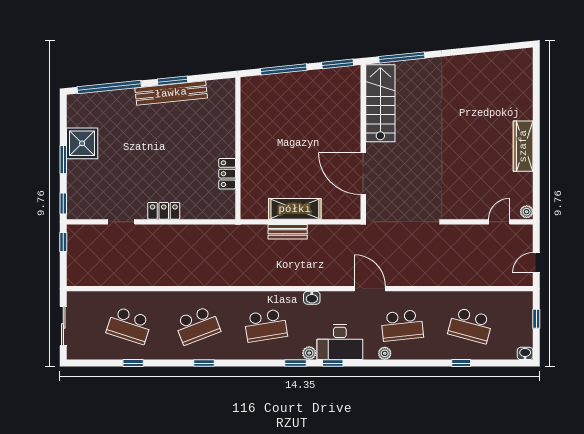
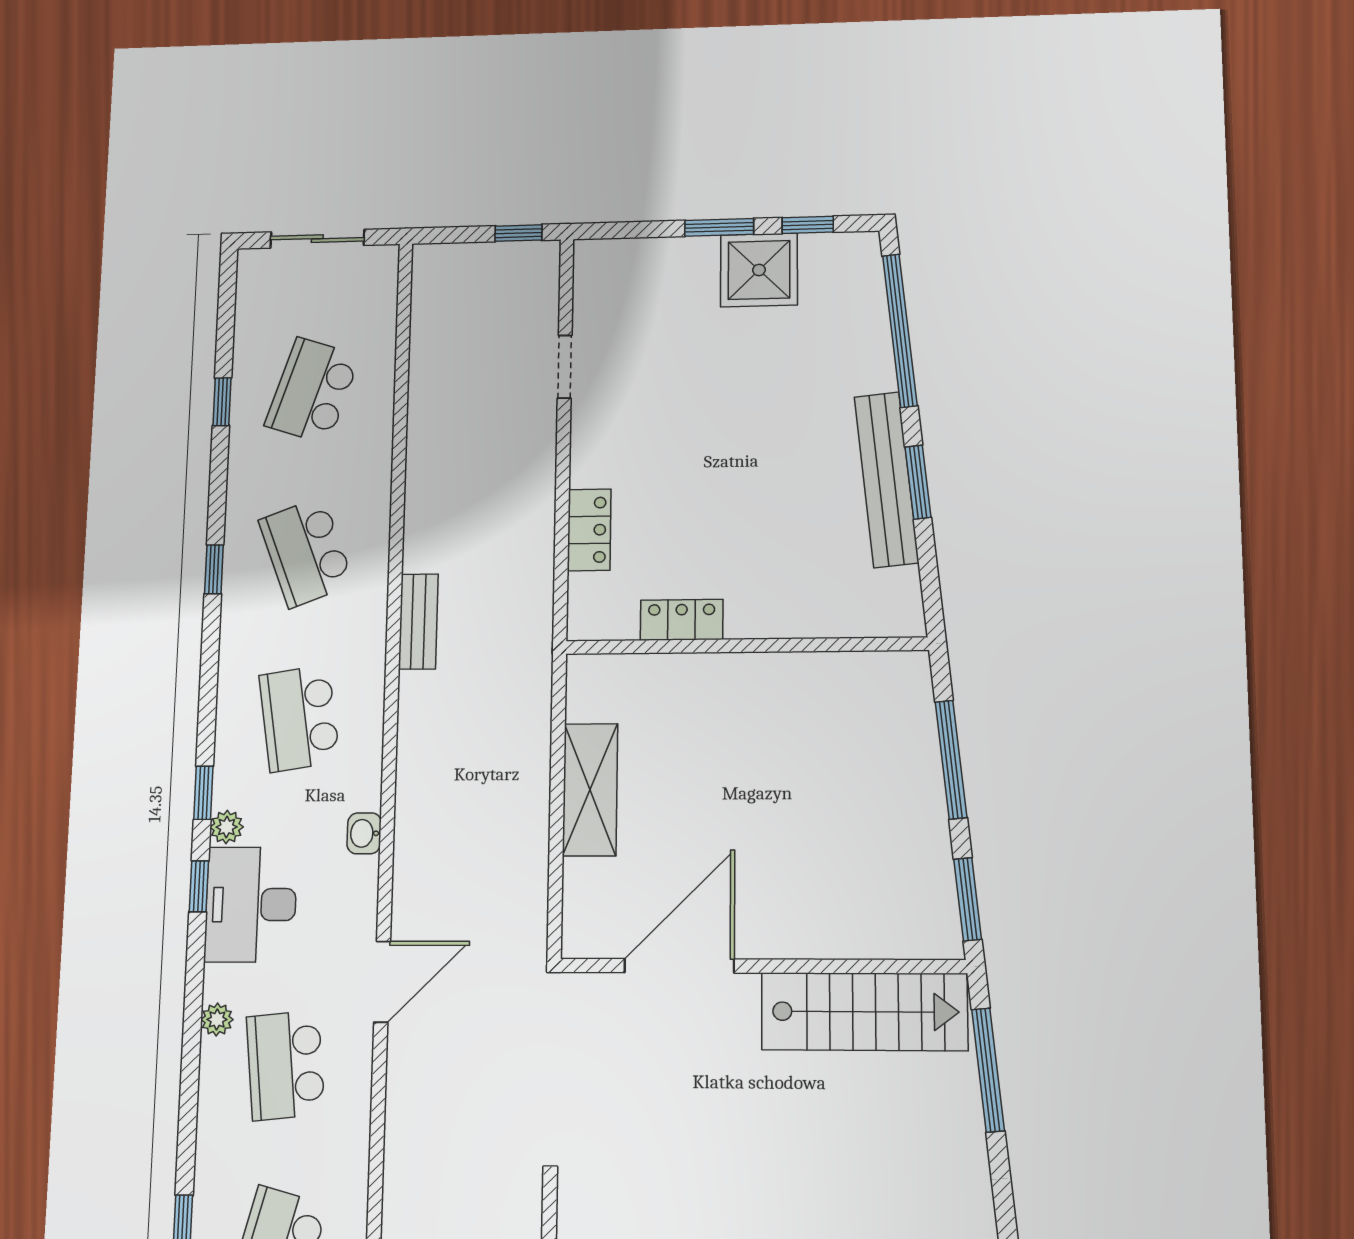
window: (63, 204) -> (808, 225), moved
locker: (164, 211) -> (589, 530), moved
bench: (288, 232) -> (418, 622), moved

